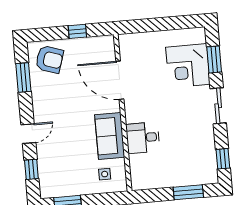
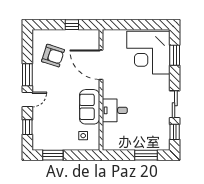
armchair: (49, 59) -> (53, 56), moved
corner desk: (188, 66) -> (148, 53), width x1.36, depth x1.36
window: (23, 77) -> (27, 75), moved
sliding door: (218, 106) -> (175, 104), moved

